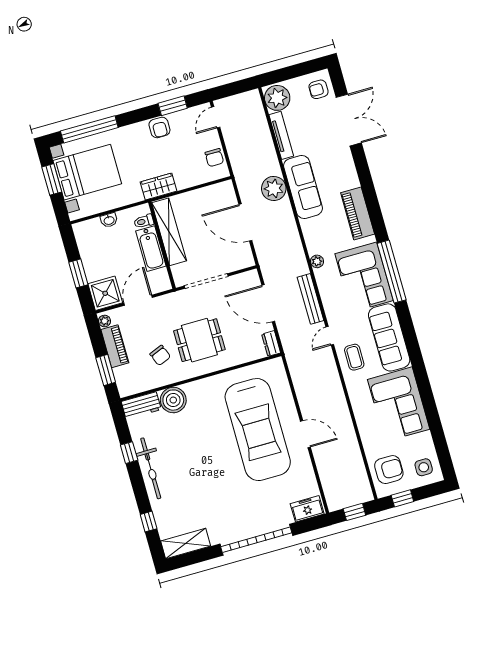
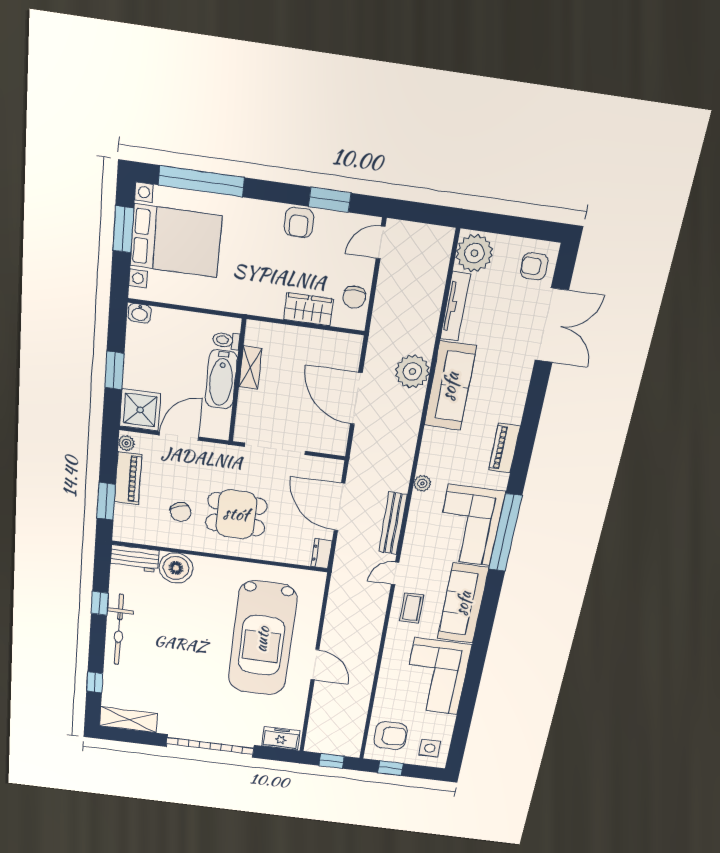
wardrobe: (159, 187) -> (309, 309), moved
piano: (358, 213) -> (504, 448), width x0.73, depth x0.75
washbasin: (109, 220) -> (140, 313), moved
shelving: (169, 232) -> (250, 368), width x0.45, depth x0.75

